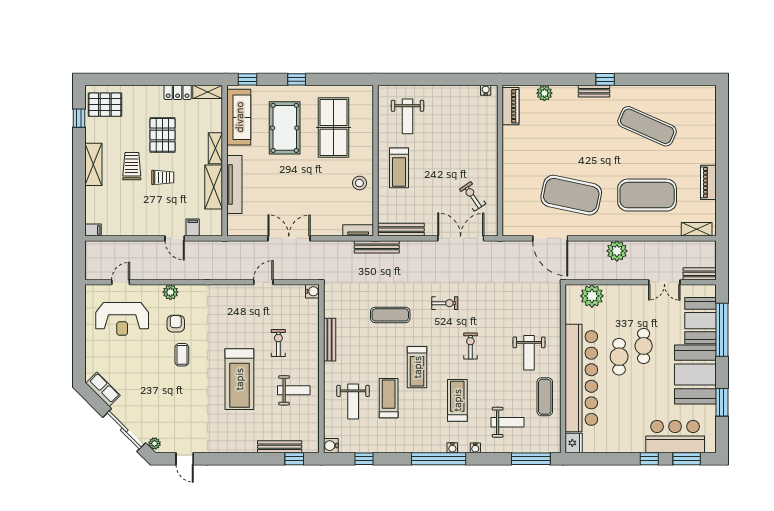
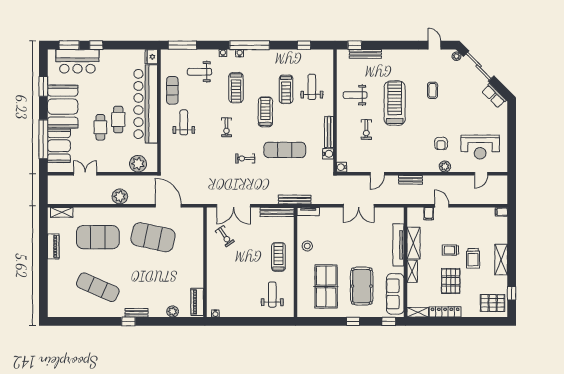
locker: (178, 92) -> (445, 312), width x1.53
bench: (699, 274) -> (410, 180), moved
exercise mat: (390, 315) -> (285, 150), width x1.36, depth x1.45
reception desk: (122, 319) -> (480, 147), turned 180
coffee table: (182, 355) -> (433, 90), moved
water cooler: (331, 446) -> (328, 154), moved

